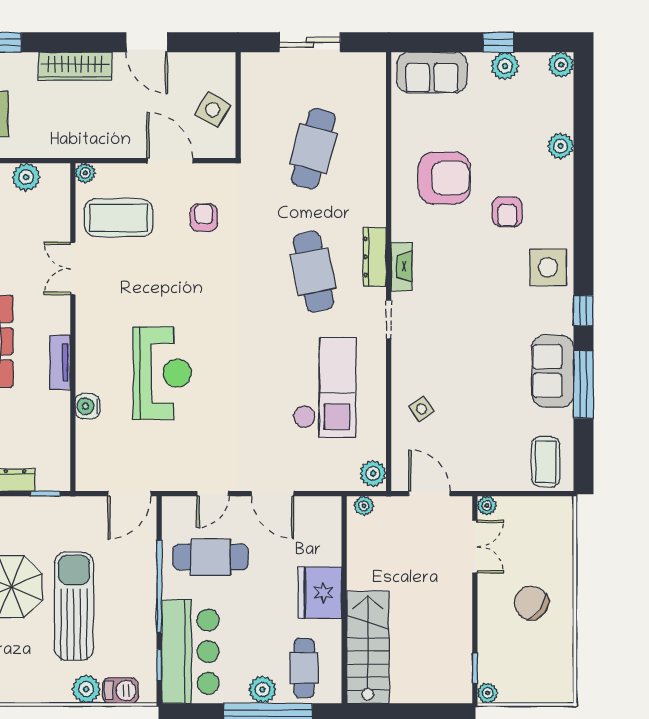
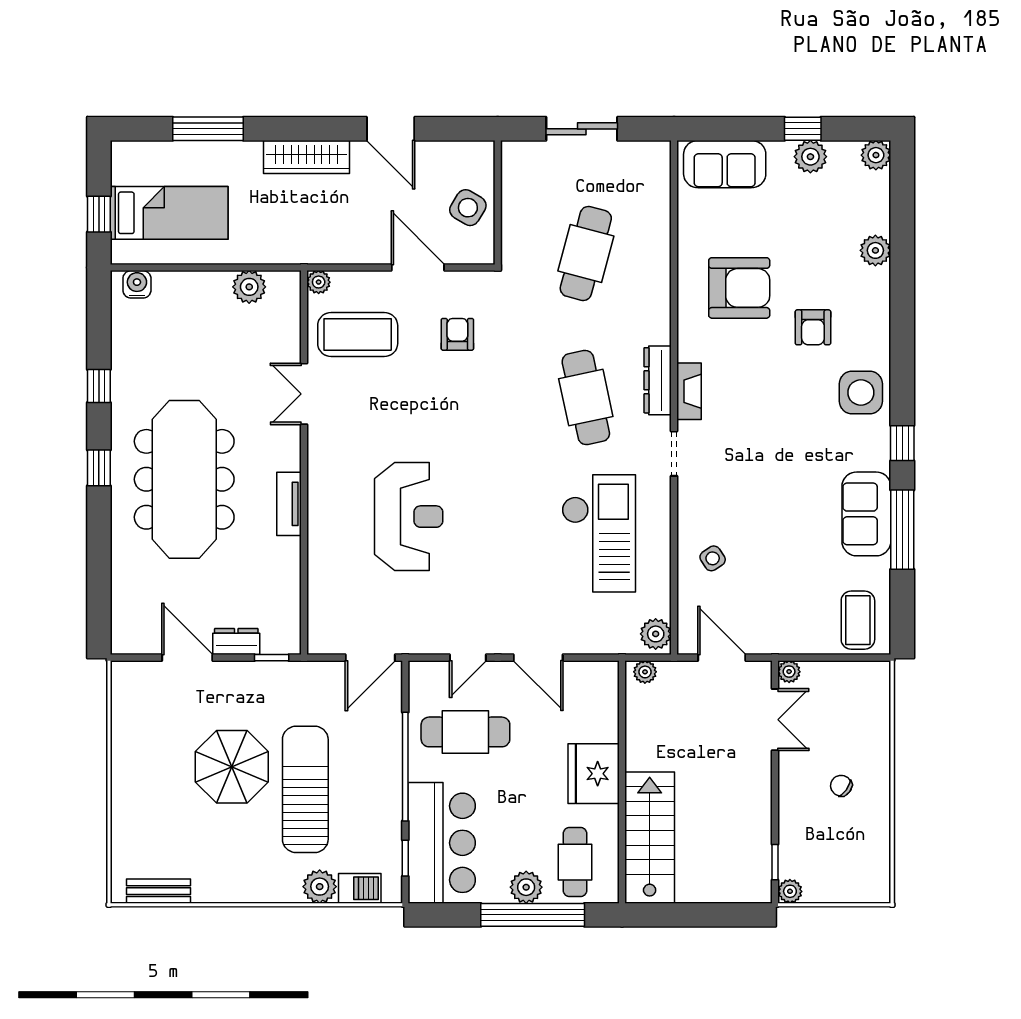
water cooler: (87, 406) -> (321, 555), removed
chair: (531, 603) -> (841, 786), width x0.54, depth x0.54

